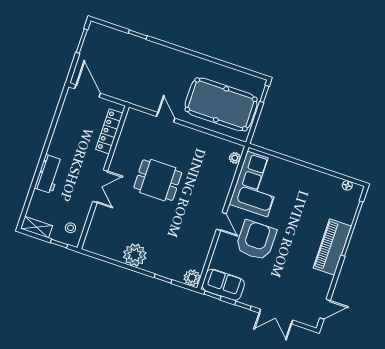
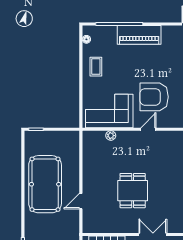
pool table: (221, 104) -> (45, 184), moved
plant: (235, 158) -> (111, 136), moved
coffee table: (313, 186) -> (96, 67), added

